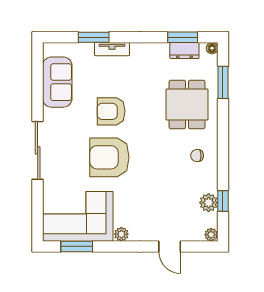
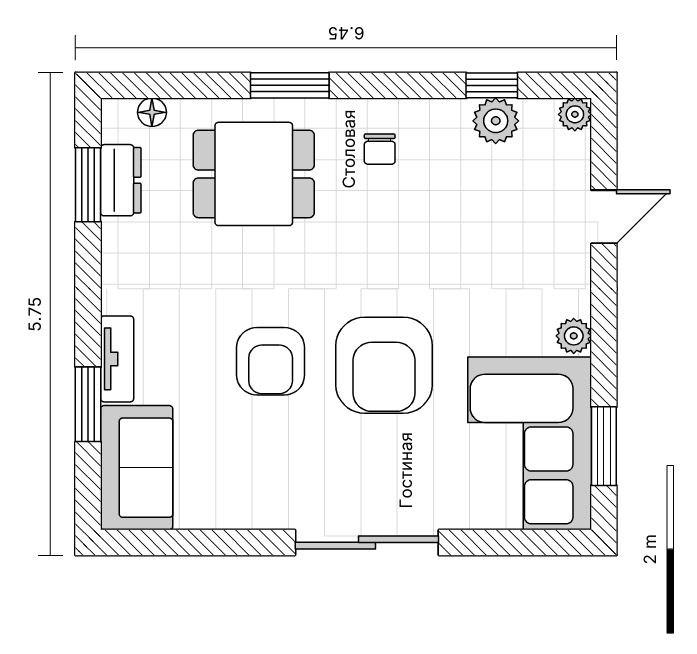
floor lamp: (212, 48) -> (152, 112), moved
sofa: (57, 82) -> (137, 468), moved, turned 90
window: (223, 82) -> (290, 85), moved

